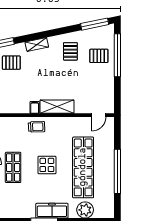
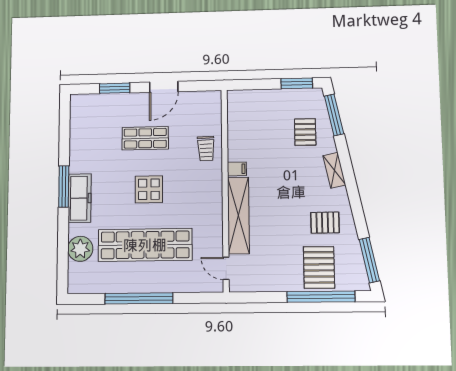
pallet: (99, 56) -> (319, 267), width x1.50, depth x1.42
shelving: (57, 107) -> (238, 215), width x1.47
trolley: (37, 127) -> (206, 149), moved

